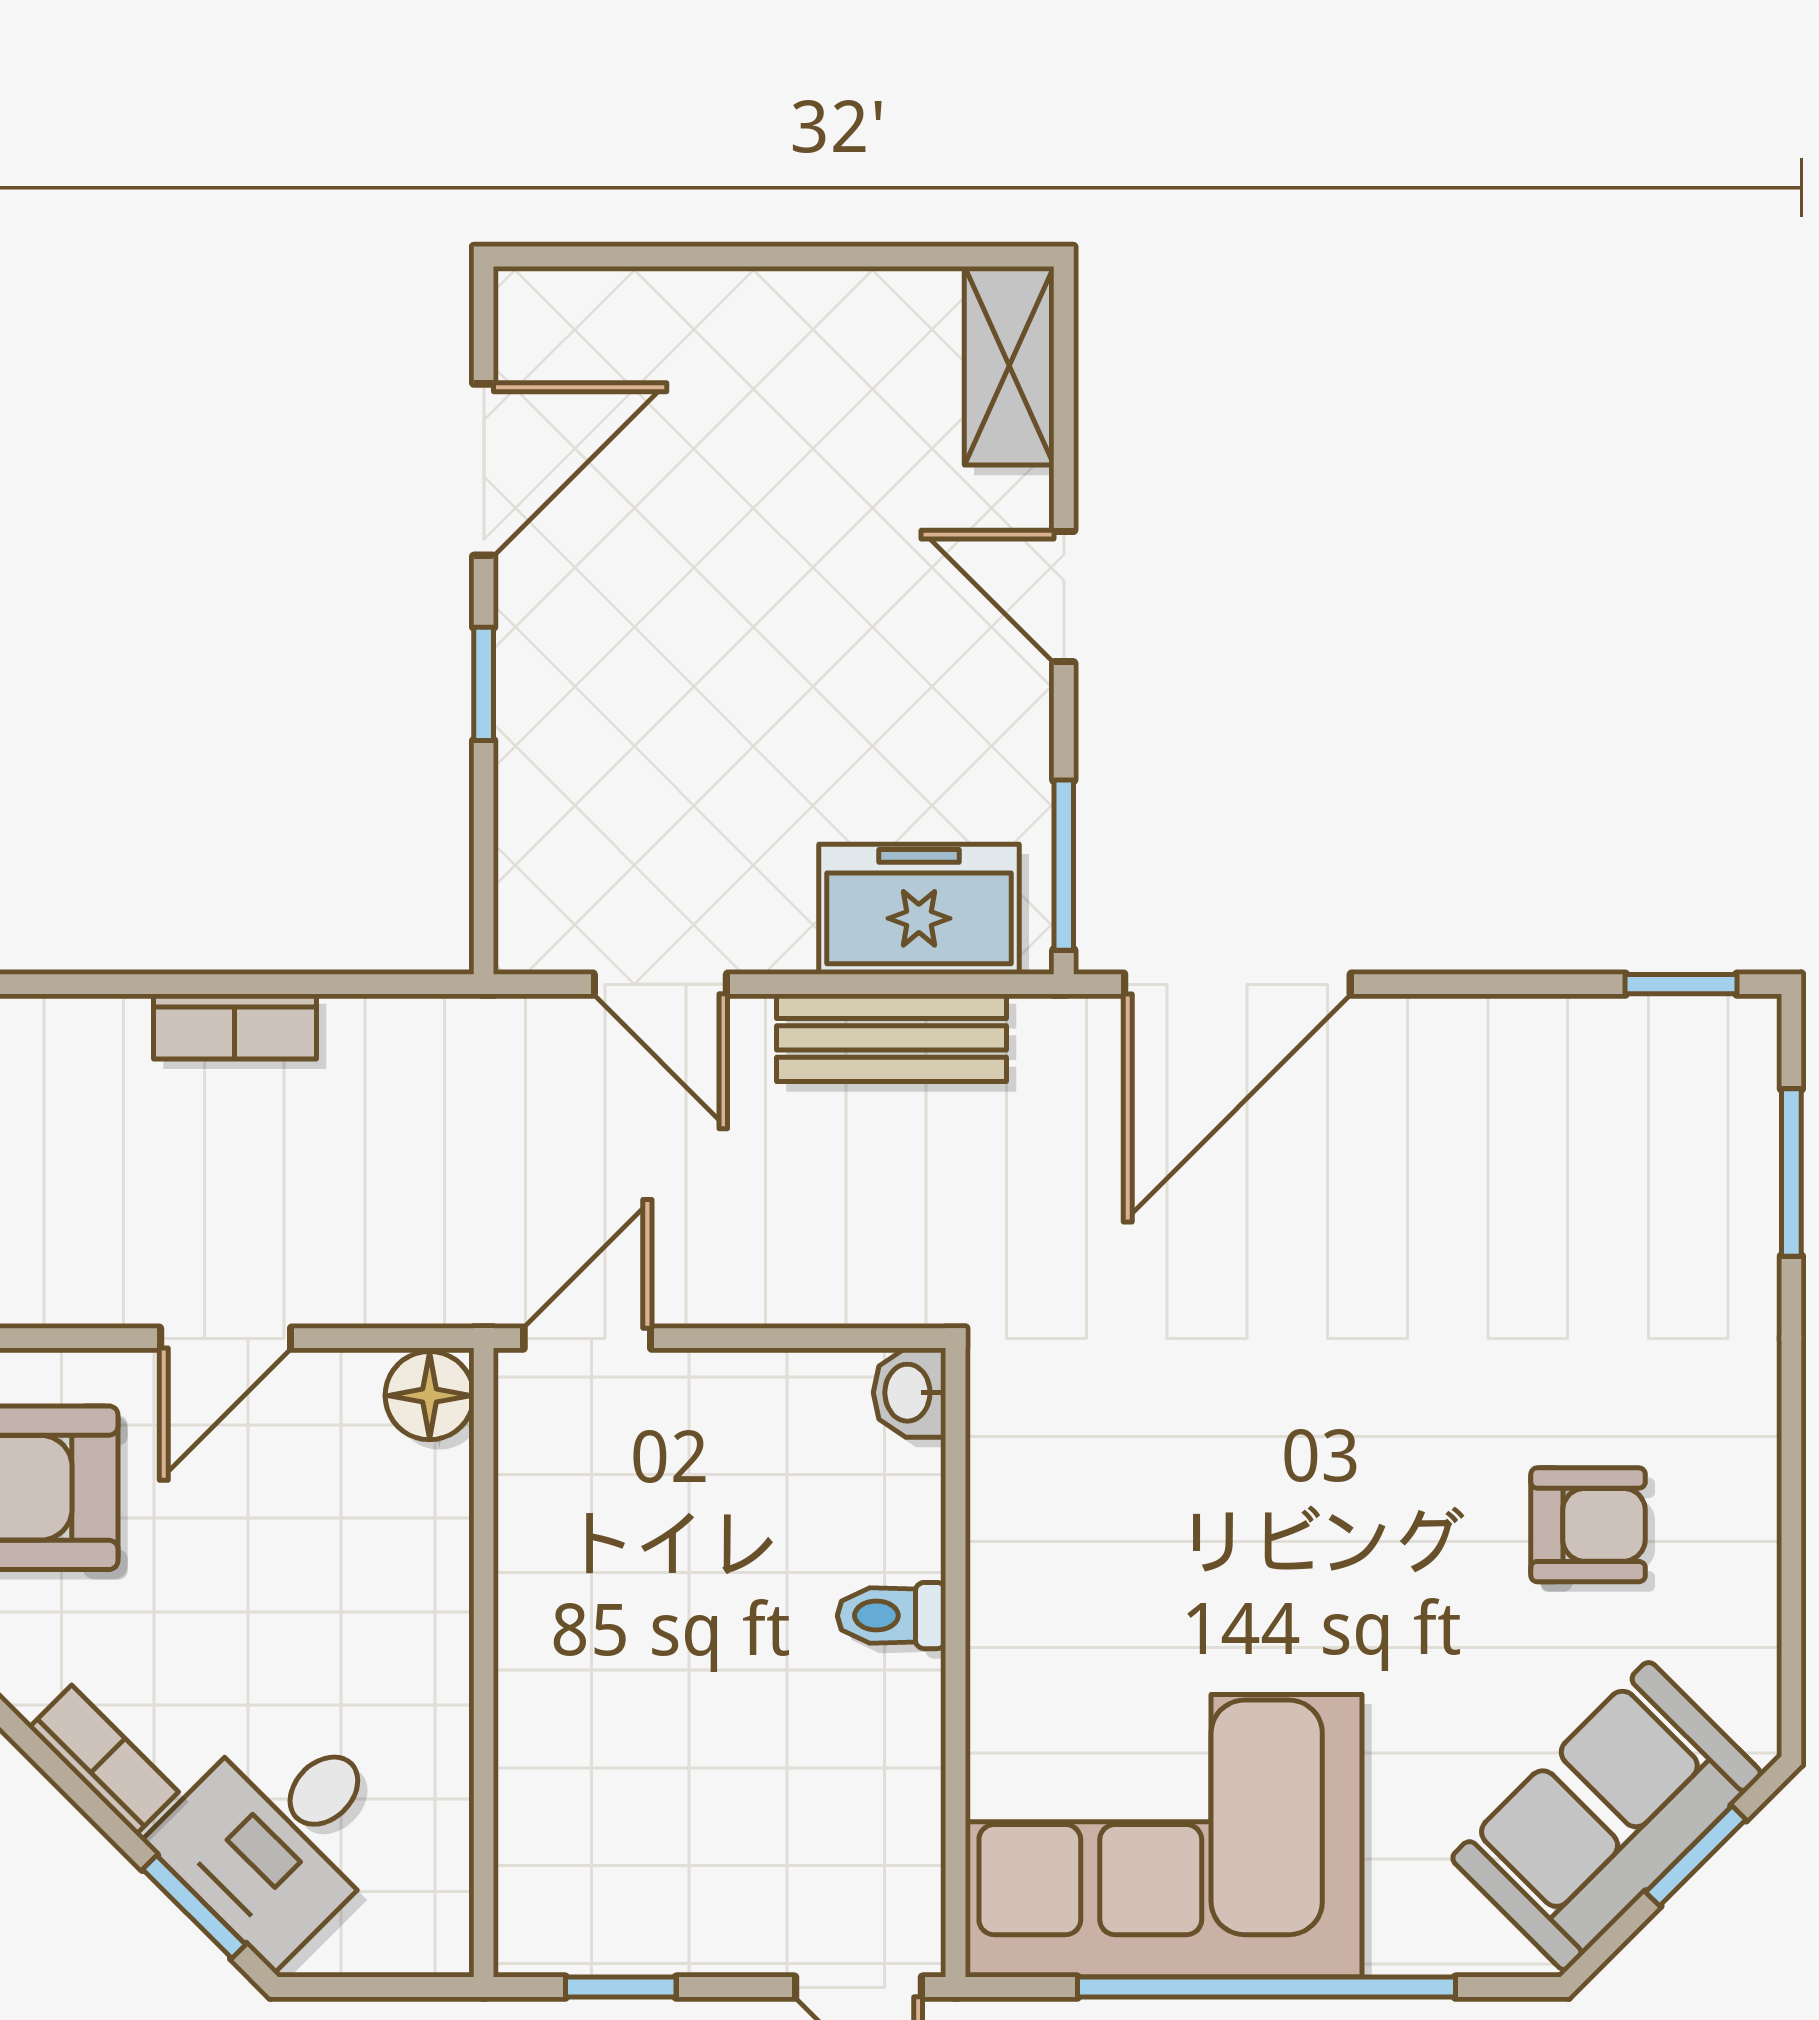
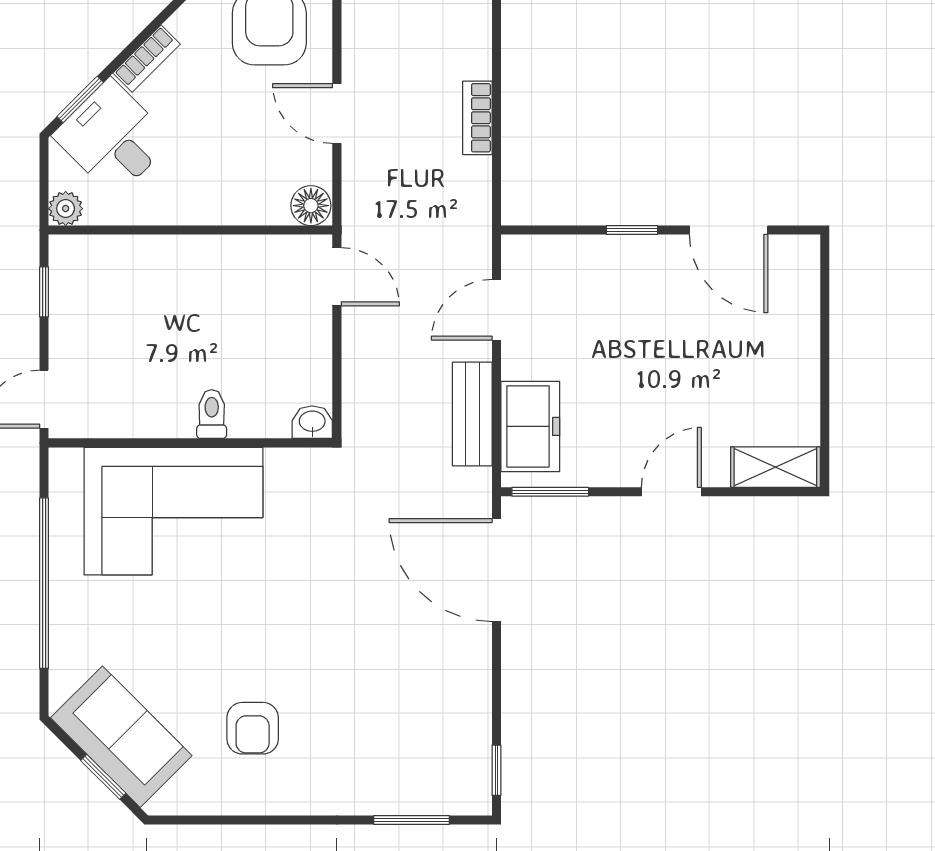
corner sofa: (1164, 1836) -> (174, 511), moved, turned 90
plant: (436, 1939) -> (66, 209), added

